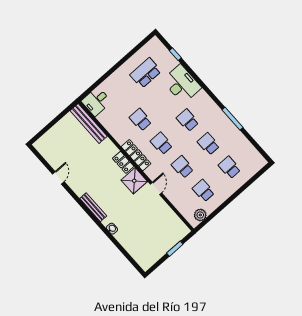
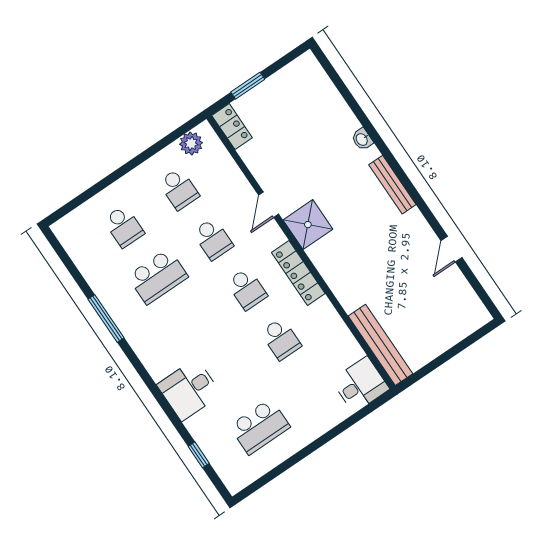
desk: (182, 84) -> (189, 390), width x0.73
school desk: (188, 120) -> (192, 326), removed
school desk: (209, 144) -> (158, 276), width x1.85
locker: (123, 162) -> (232, 127), moved

